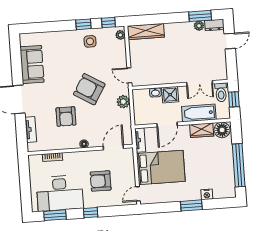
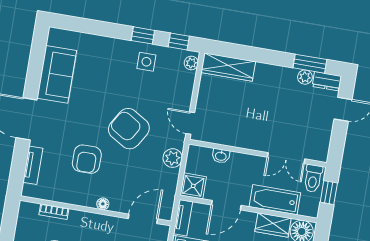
shower: (170, 95) -> (193, 186), moved

